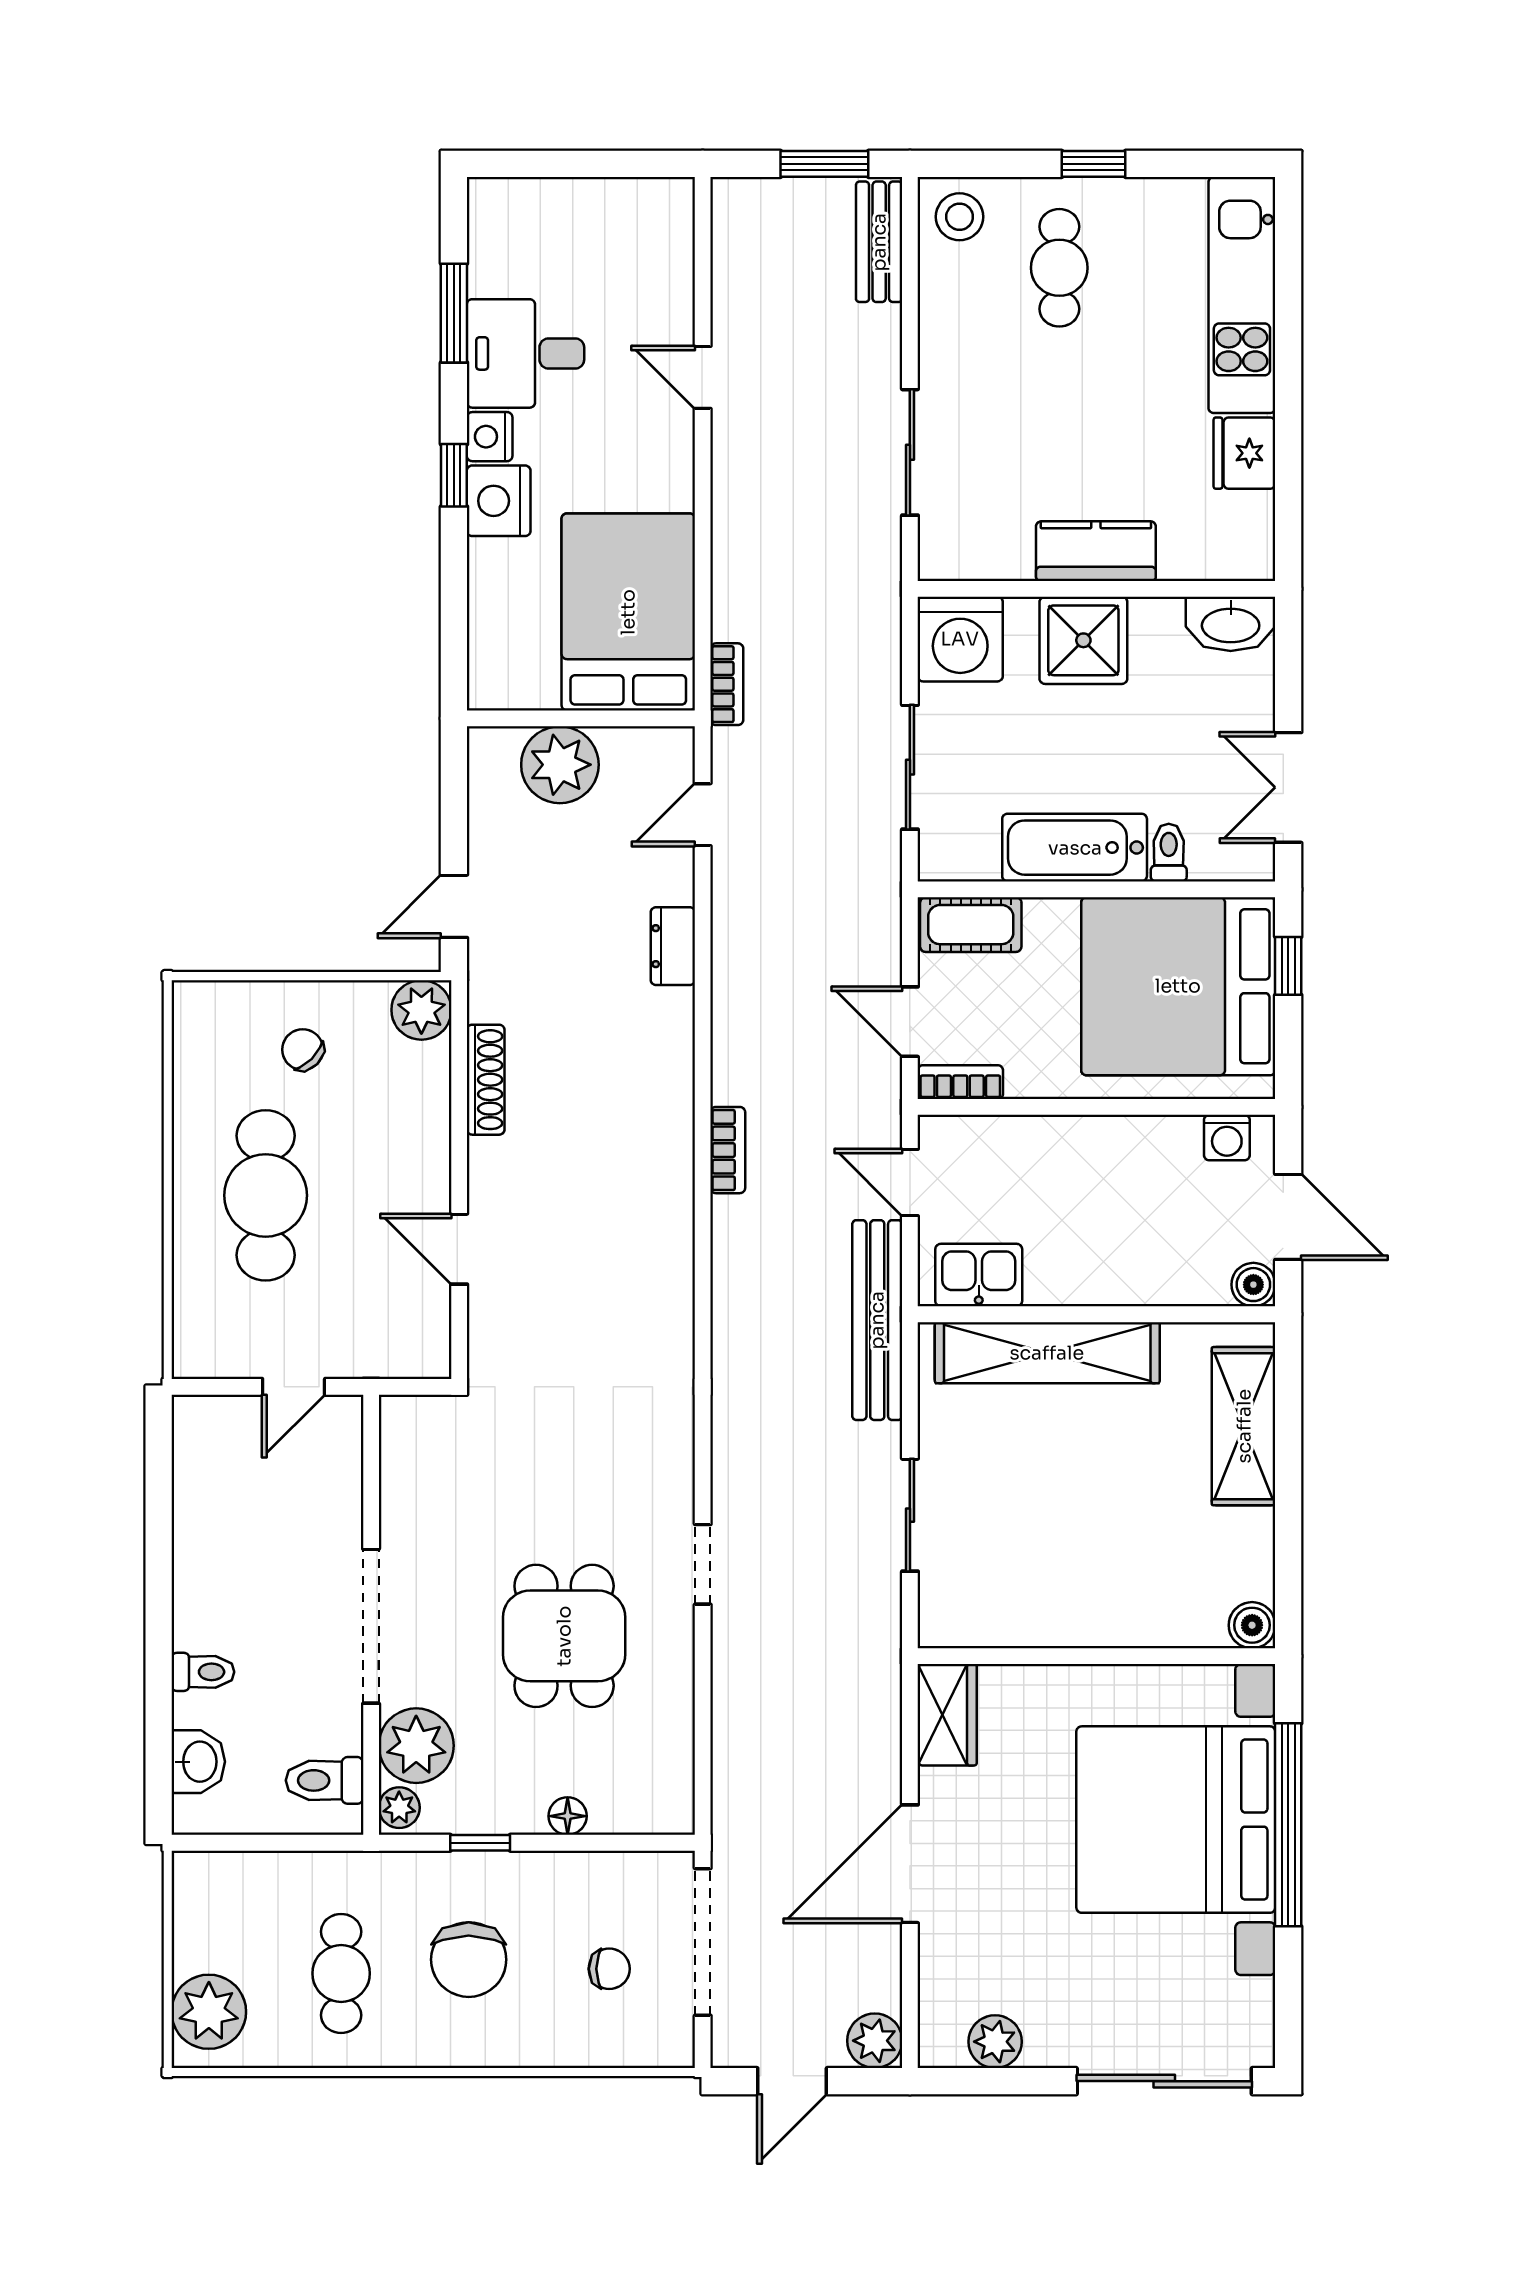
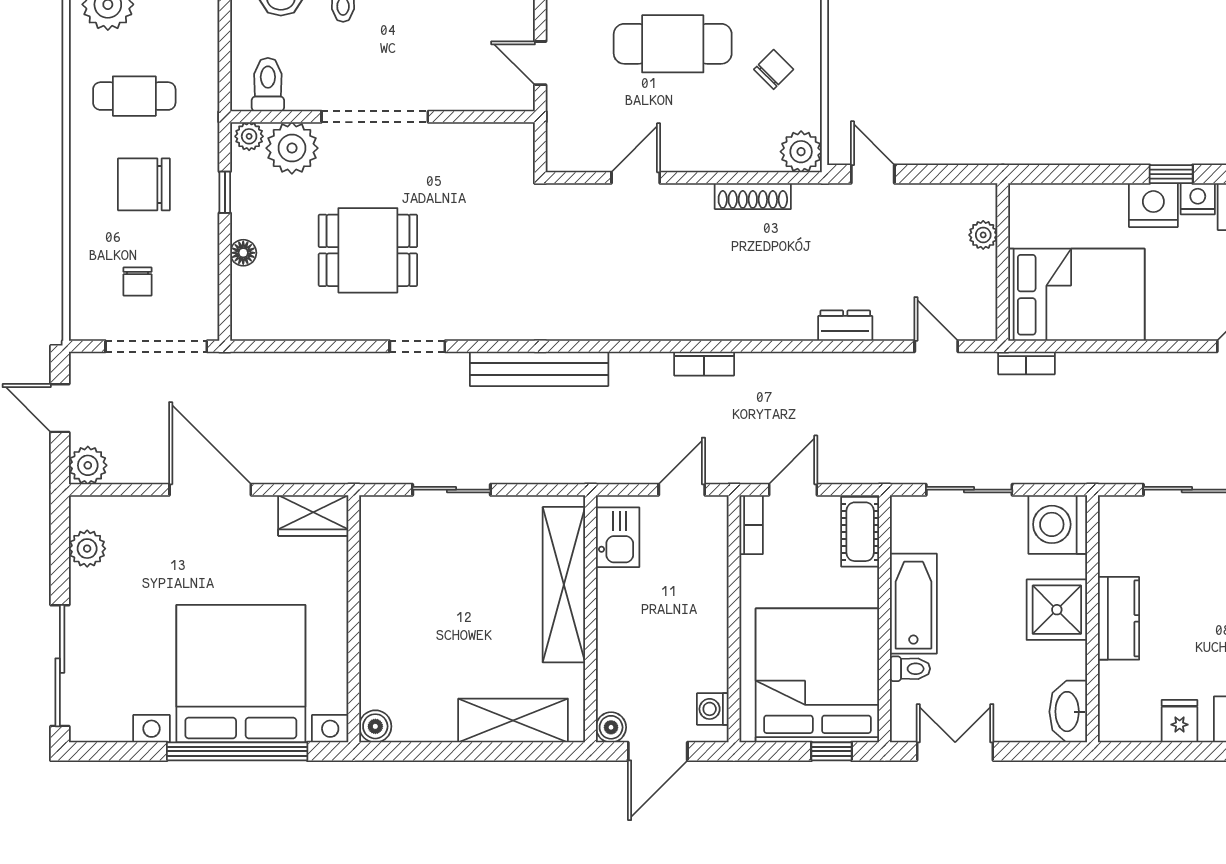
fridge: (1244, 453) -> (1180, 721), width x0.72
plant: (560, 765) -> (983, 235), width x0.53, depth x0.53
bench: (877, 1320) -> (539, 369), moved

